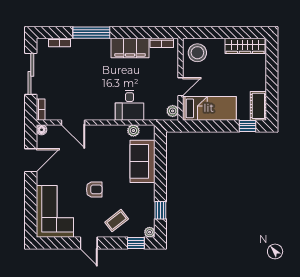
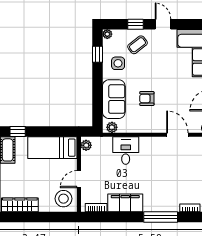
door: (181, 87) -> (79, 179), moved
plant: (133, 131) -> (112, 127), moved
armchair: (94, 189) -> (147, 98), moved
side table: (138, 200) -> (118, 63), added
window: (136, 243) -> (136, 24), moved

